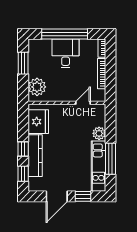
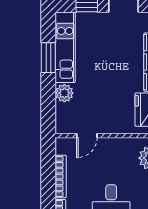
window: (110, 159) -> (48, 58), width x0.69

